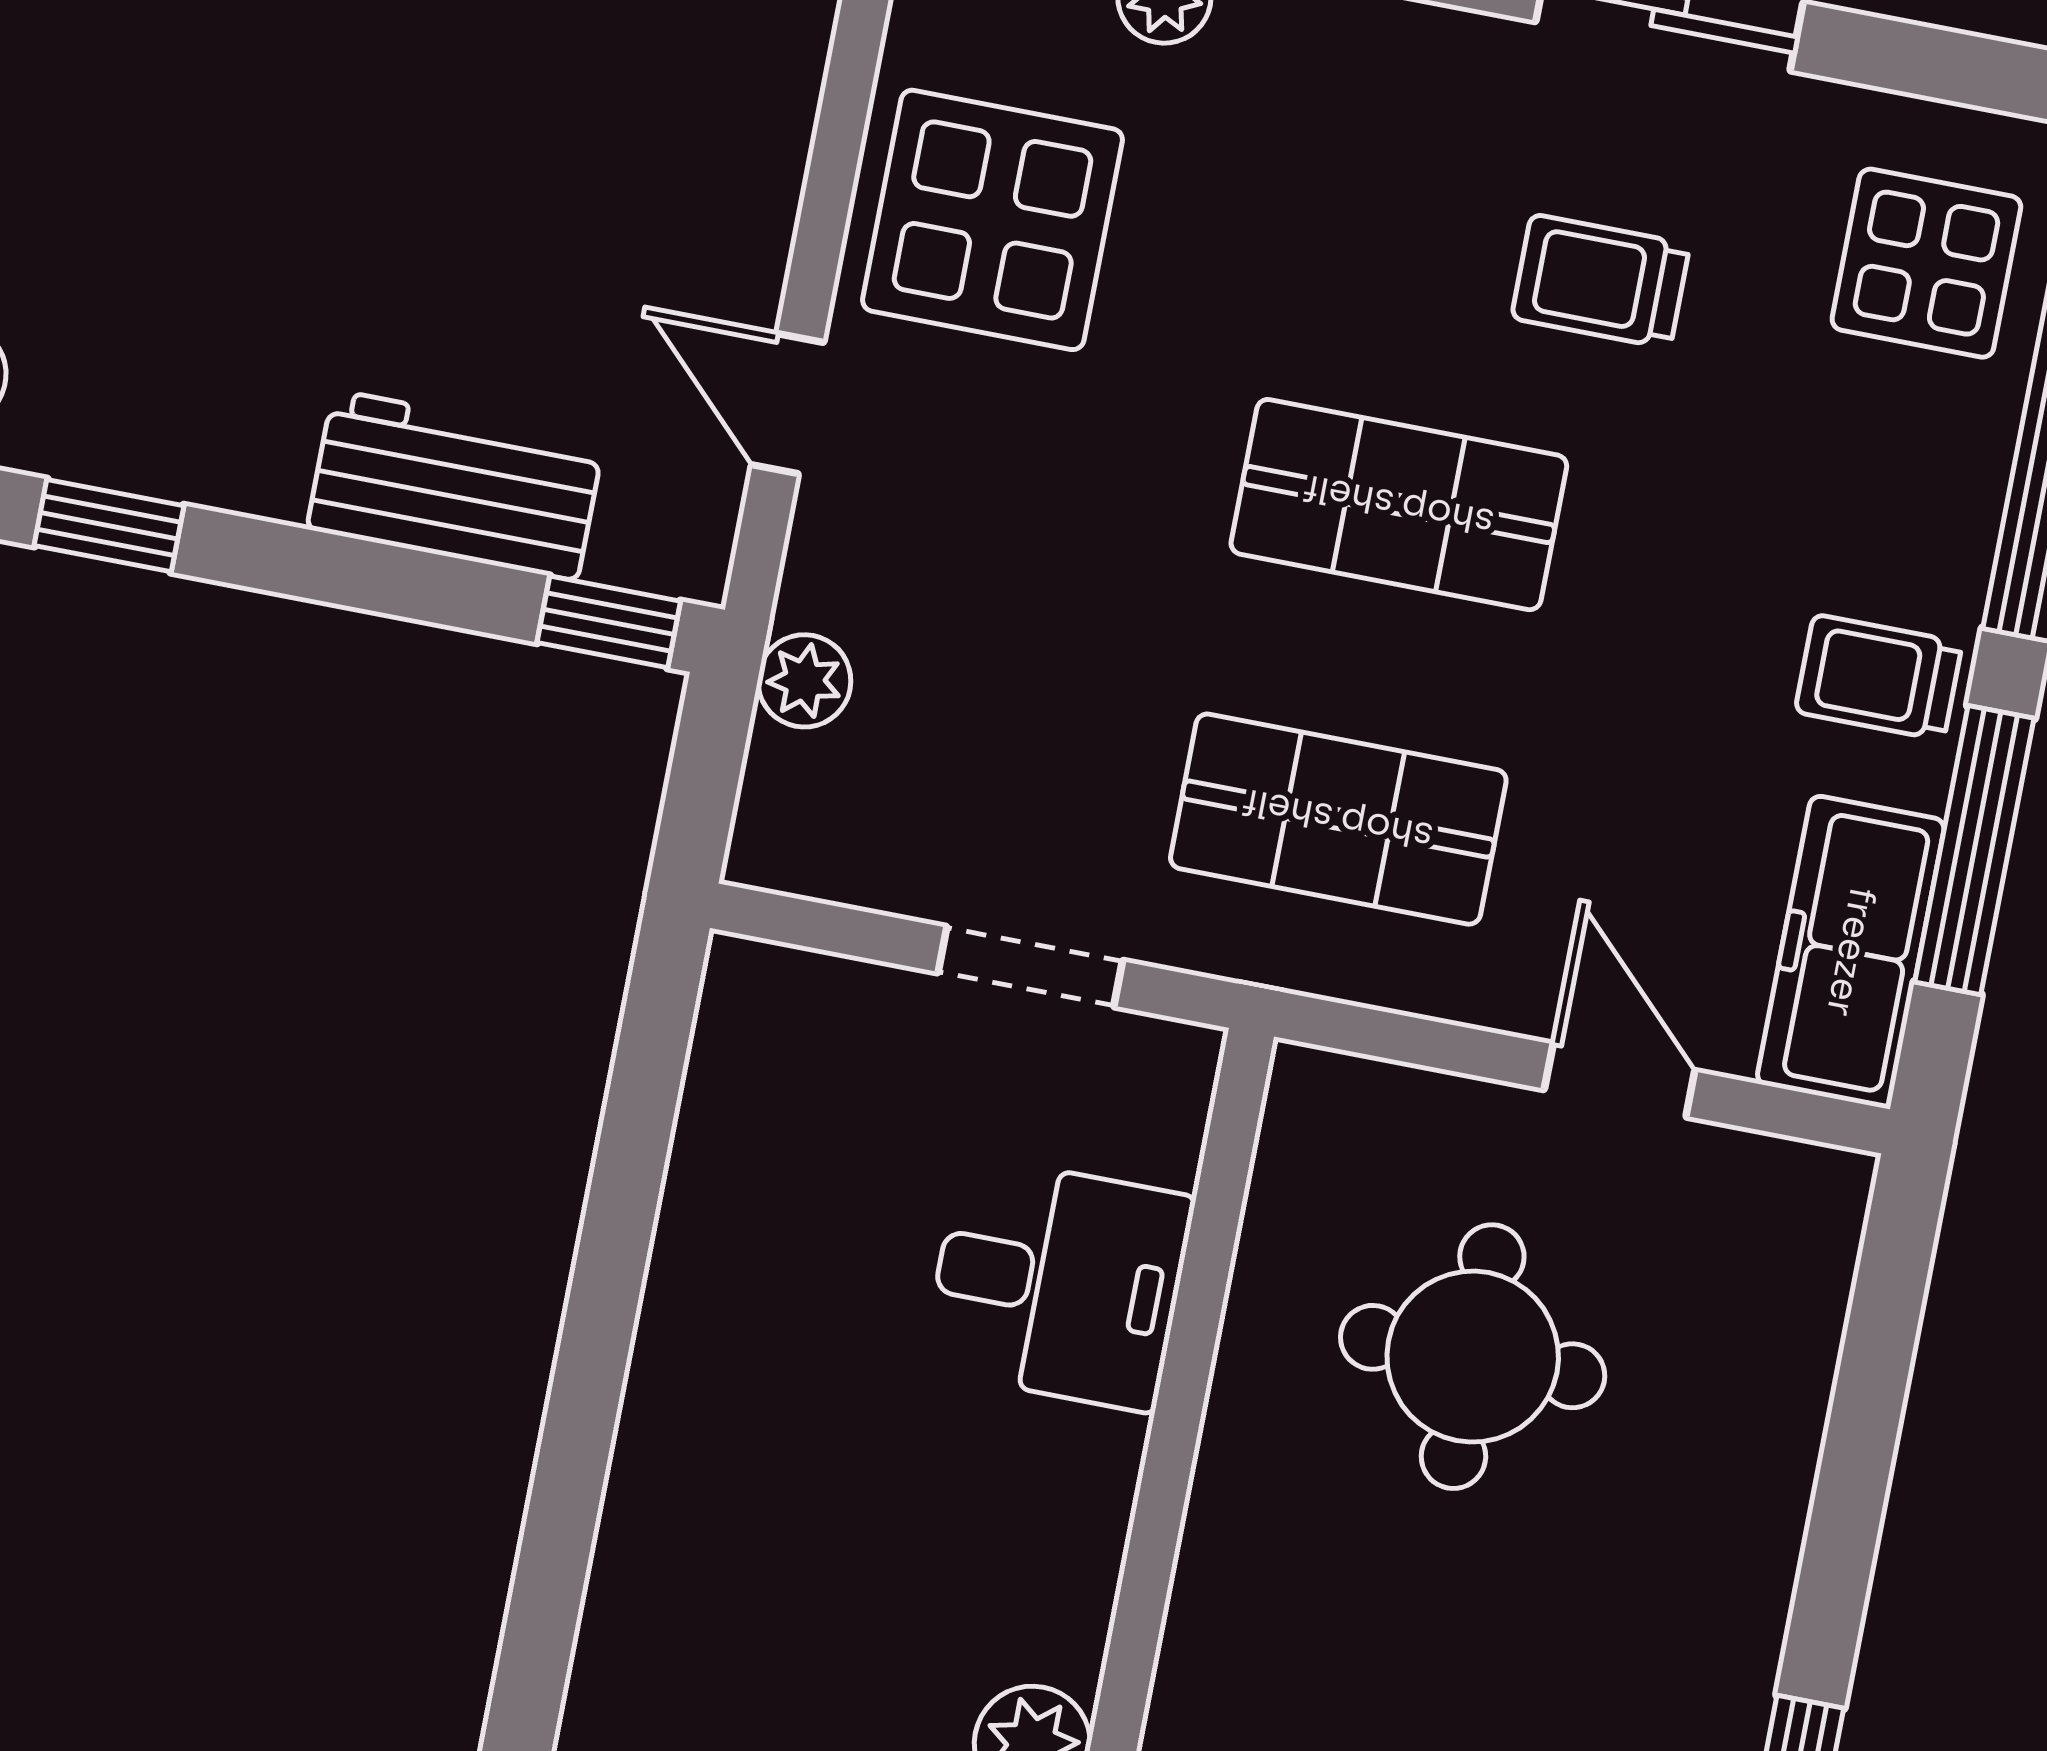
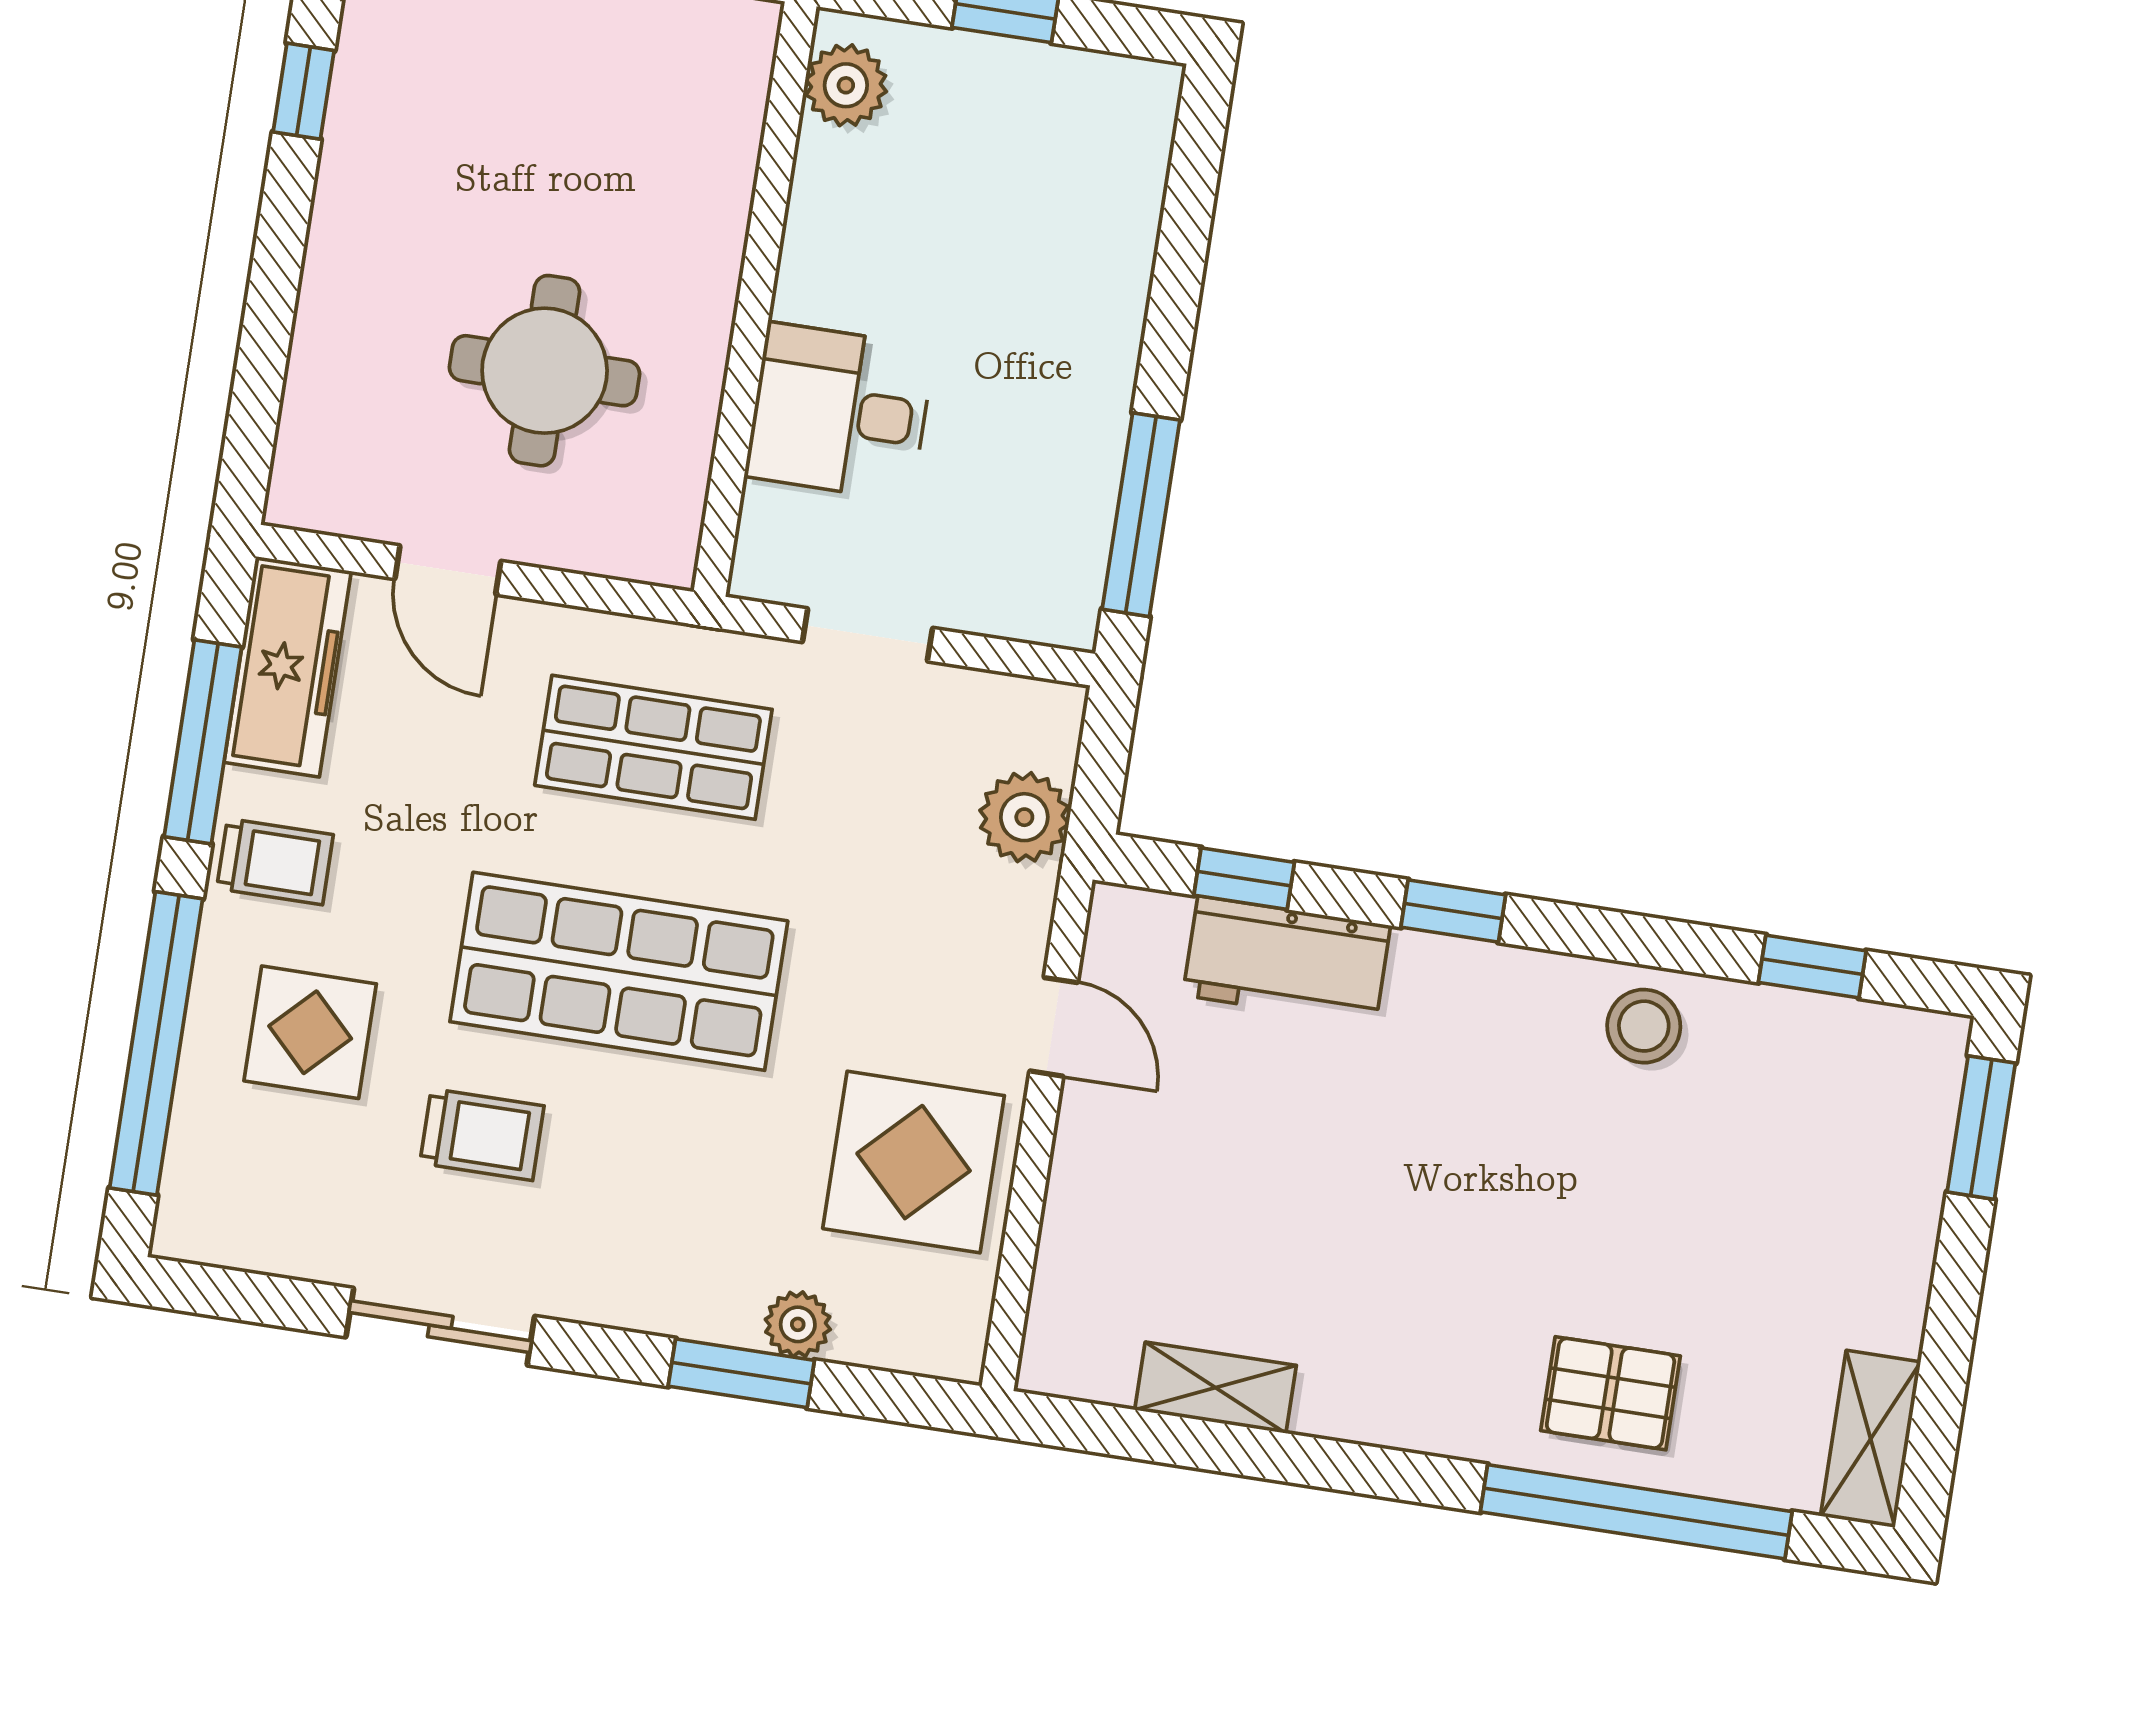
display table: (1926, 263) -> (310, 1032), moved
shop shelf: (1399, 505) -> (619, 971), width x1.43, depth x1.36
window: (109, 526) -> (1453, 911), moved
window: (609, 622) -> (1244, 879), moved
plant: (804, 681) -> (1024, 817), width x1.38, depth x1.38
window: (638, 1122) -> (1141, 515), added

